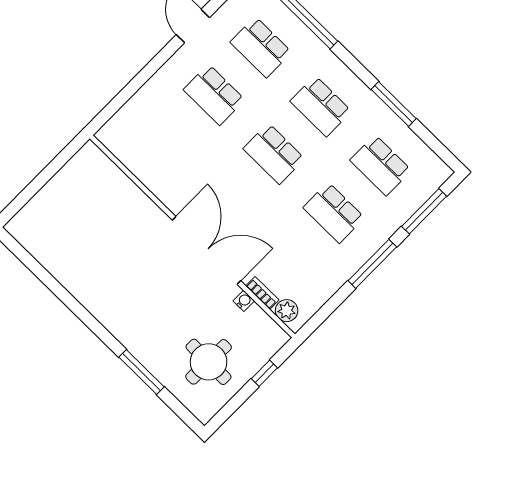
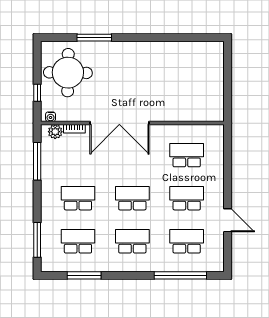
window: (394, 104) -> (84, 275), moved
school desk: (167, 142) -> (187, 155), added
window: (372, 264) -> (37, 161), moved
water cooler: (244, 301) -> (51, 117), moved
round table: (209, 362) -> (68, 73), width x1.36, depth x1.36

